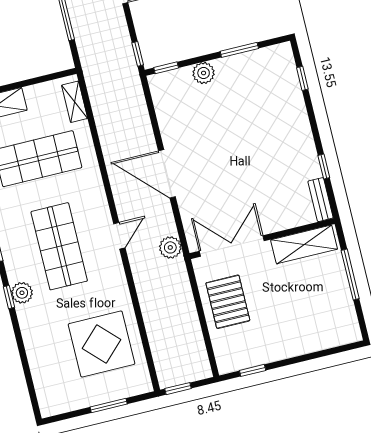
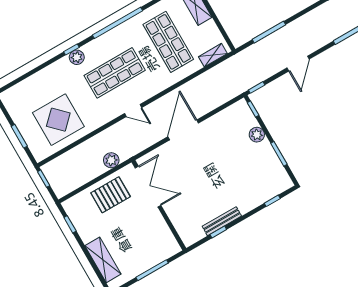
bench: (320, 200) -> (222, 221), moved, width x1.36
shelving: (304, 244) -> (103, 260), moved
plant: (170, 247) -> (111, 160), moved

